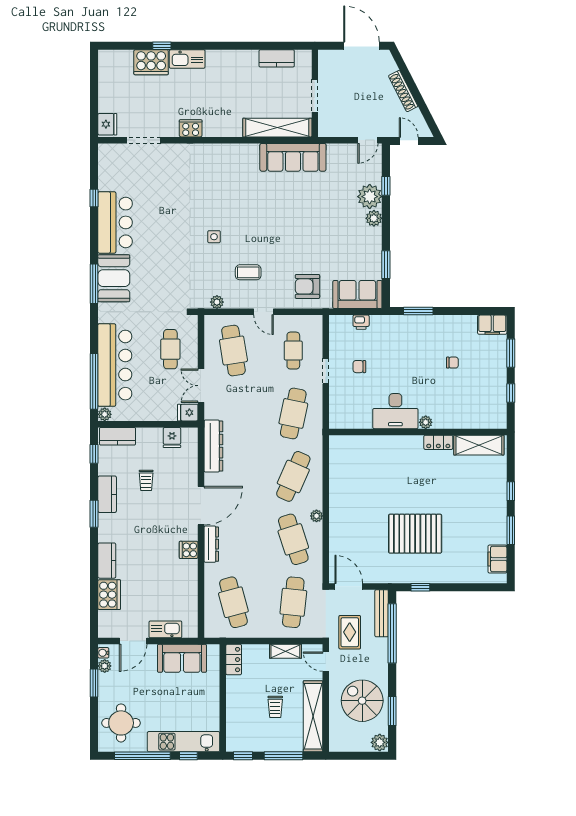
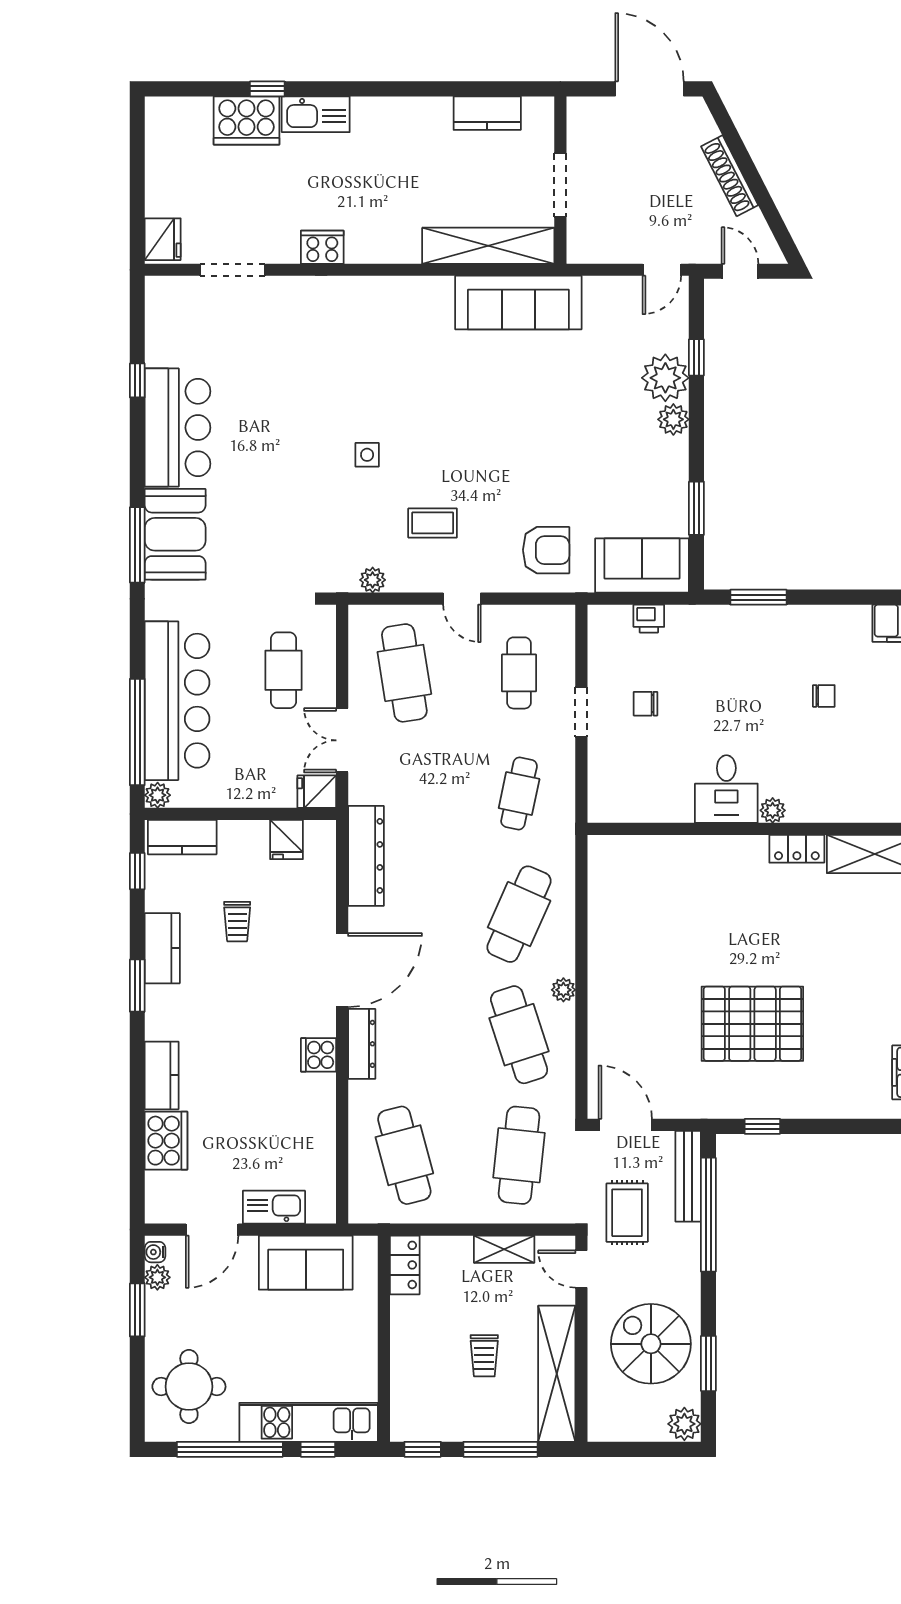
armchair: (307, 286) -> (546, 550), turned 180
desk: (395, 411) -> (726, 789), width x0.73
cafe table: (293, 413) -> (519, 794), width x0.73, depth x0.74

